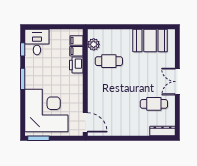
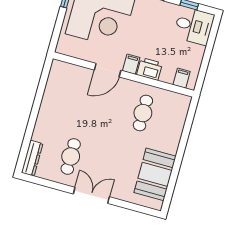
plant: (94, 44) -> (170, 99), removed
filing cabinet: (76, 51) -> (131, 64), moved
door: (85, 122) -> (108, 70), moved

